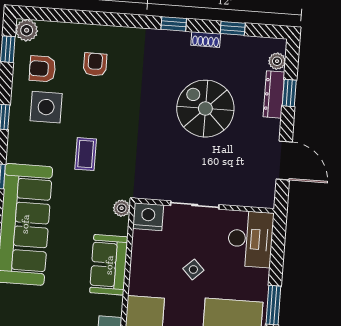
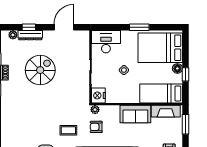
armchair: (95, 64) -> (96, 127), moved
spiral stairs: (205, 109) -> (40, 70), turned 180
sofa: (109, 265) -> (135, 114), moved

